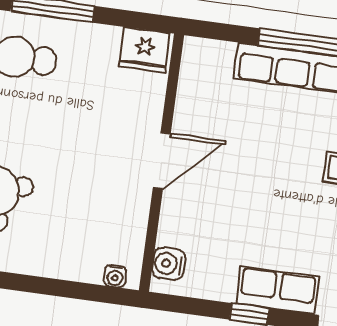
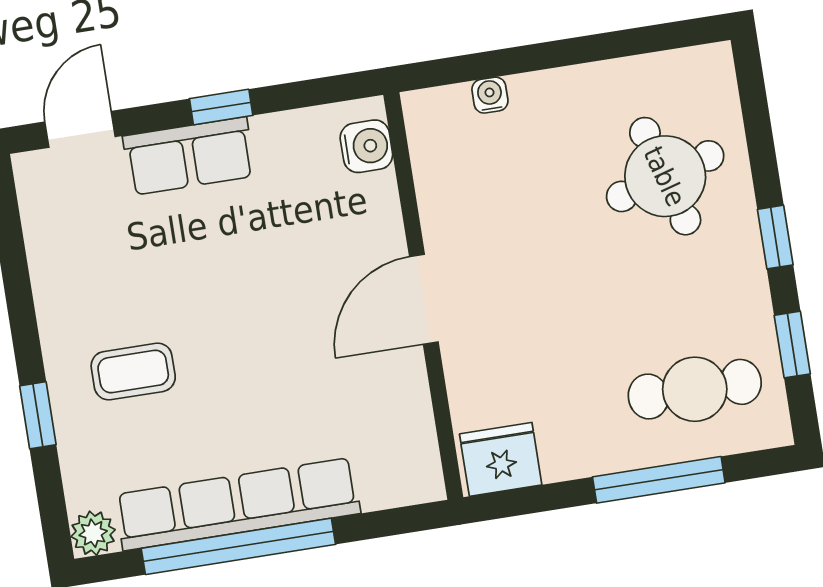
water cooler: (115, 276) -> (490, 95), moved

